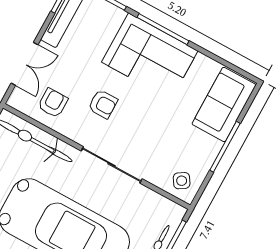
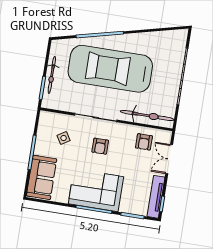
armchair: (103, 104) -> (100, 146), moved, turned -90
side table: (182, 181) -> (64, 138), moved

